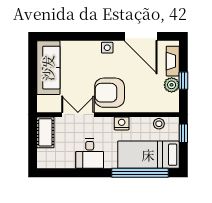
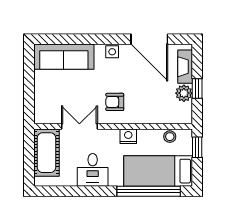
sofa: (48, 68) -> (64, 57), moved, turned 90
armchair: (110, 93) -> (115, 102), width x0.53, depth x0.53
cot: (45, 132) -> (46, 153), width x1.37, depth x1.34

